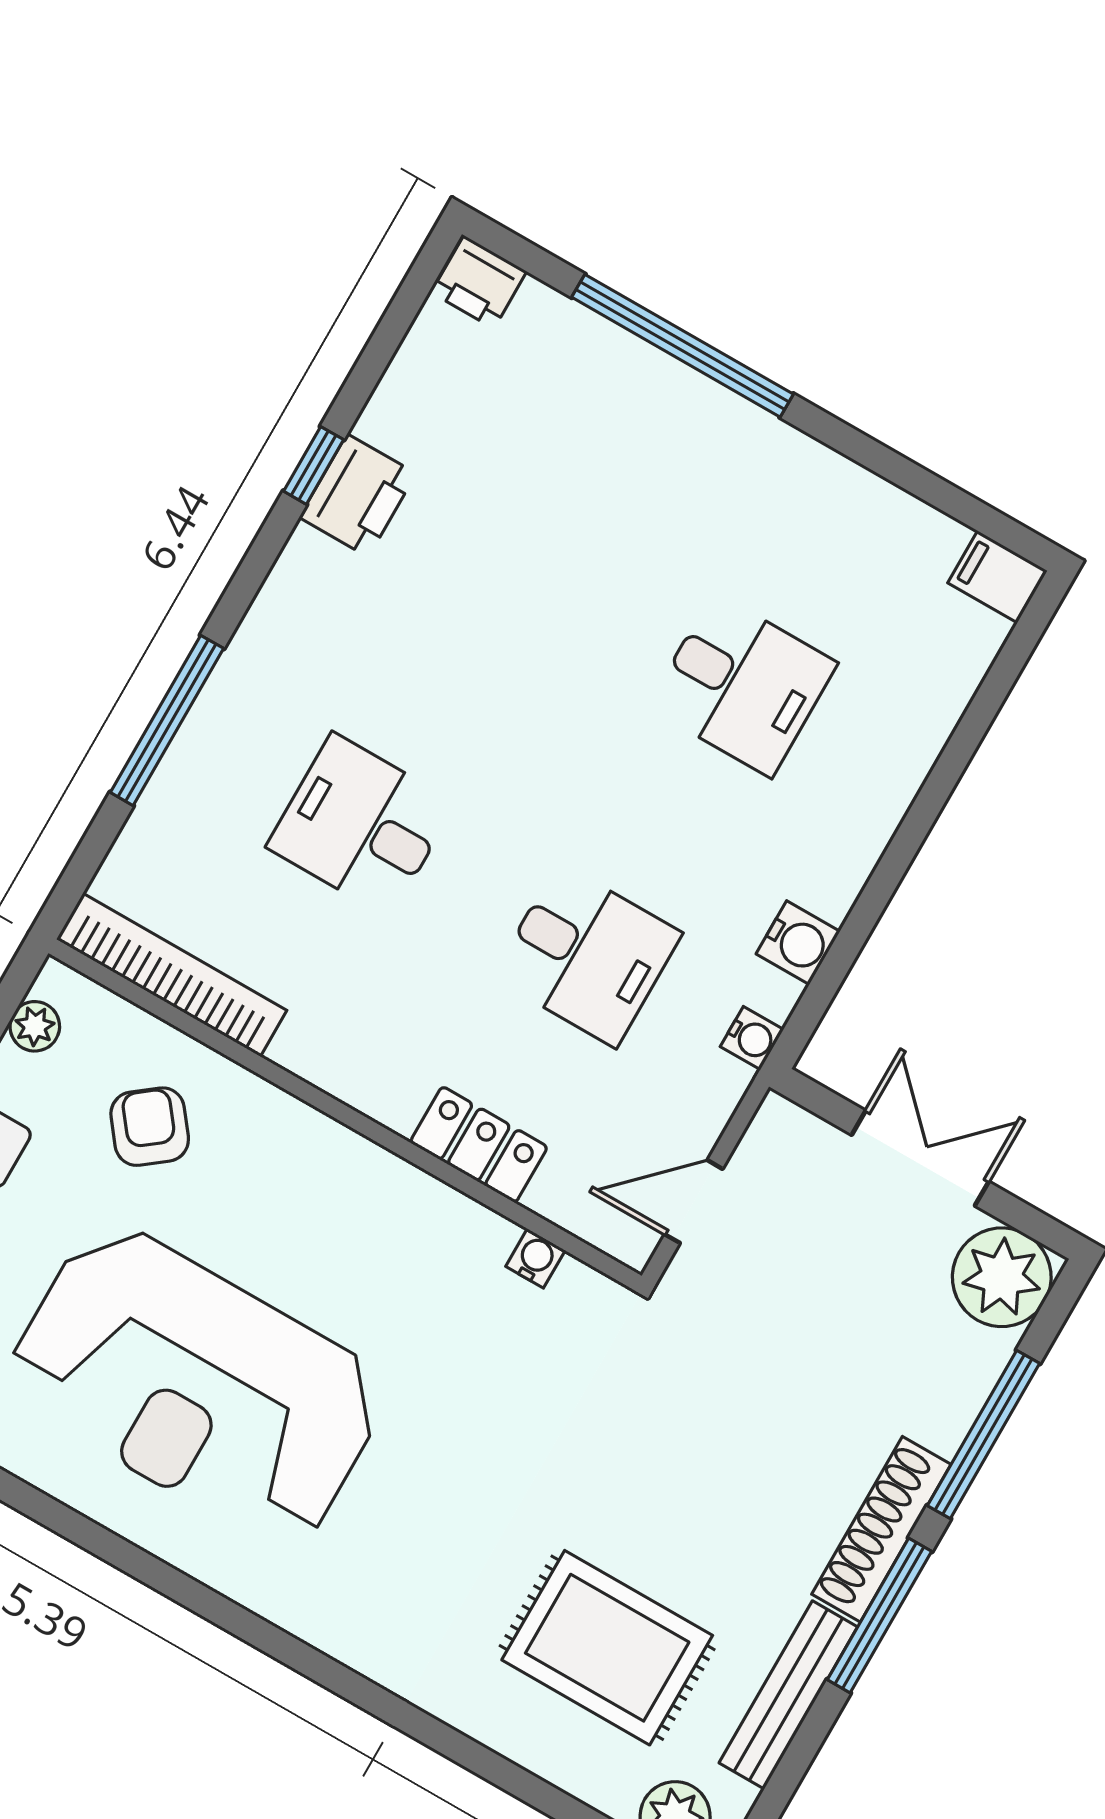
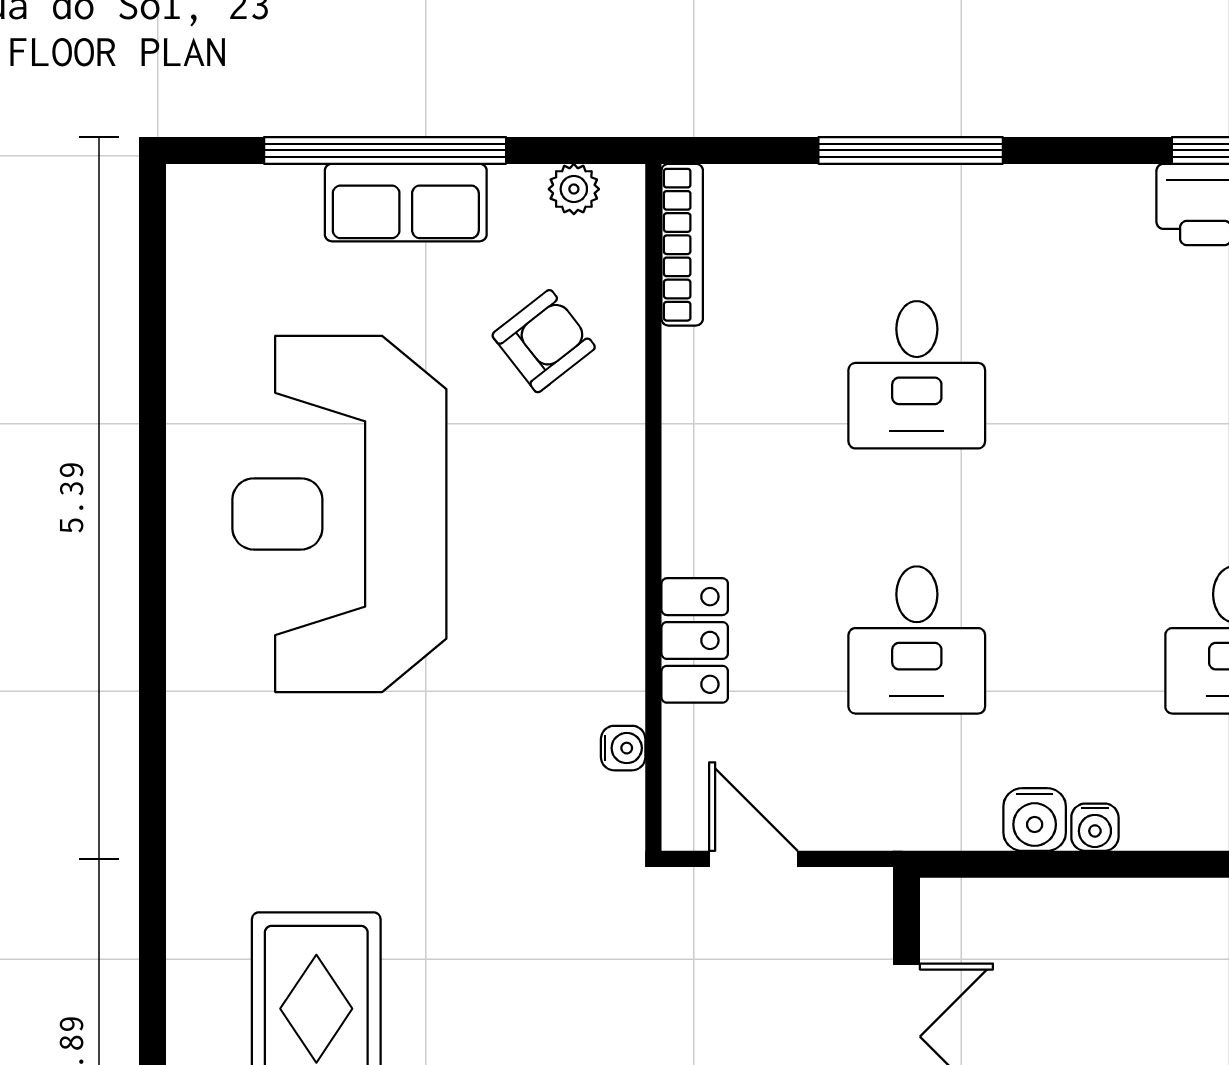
desk: (361, 825) -> (917, 375), turned 180
bookcase: (172, 975) -> (682, 245), width x0.68, depth x0.76
water cooler: (752, 1038) -> (1095, 827), moved

